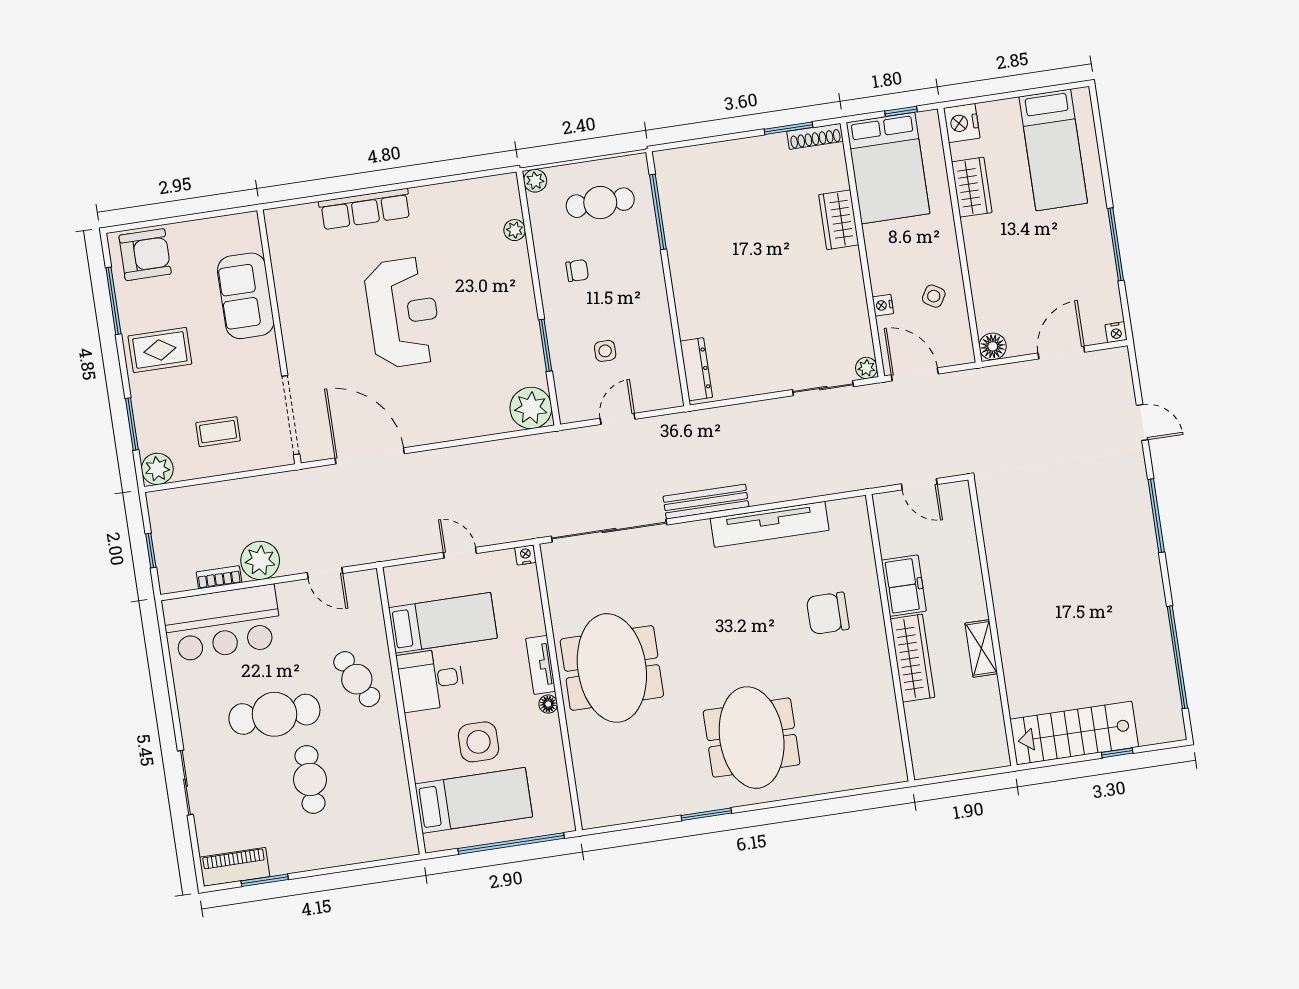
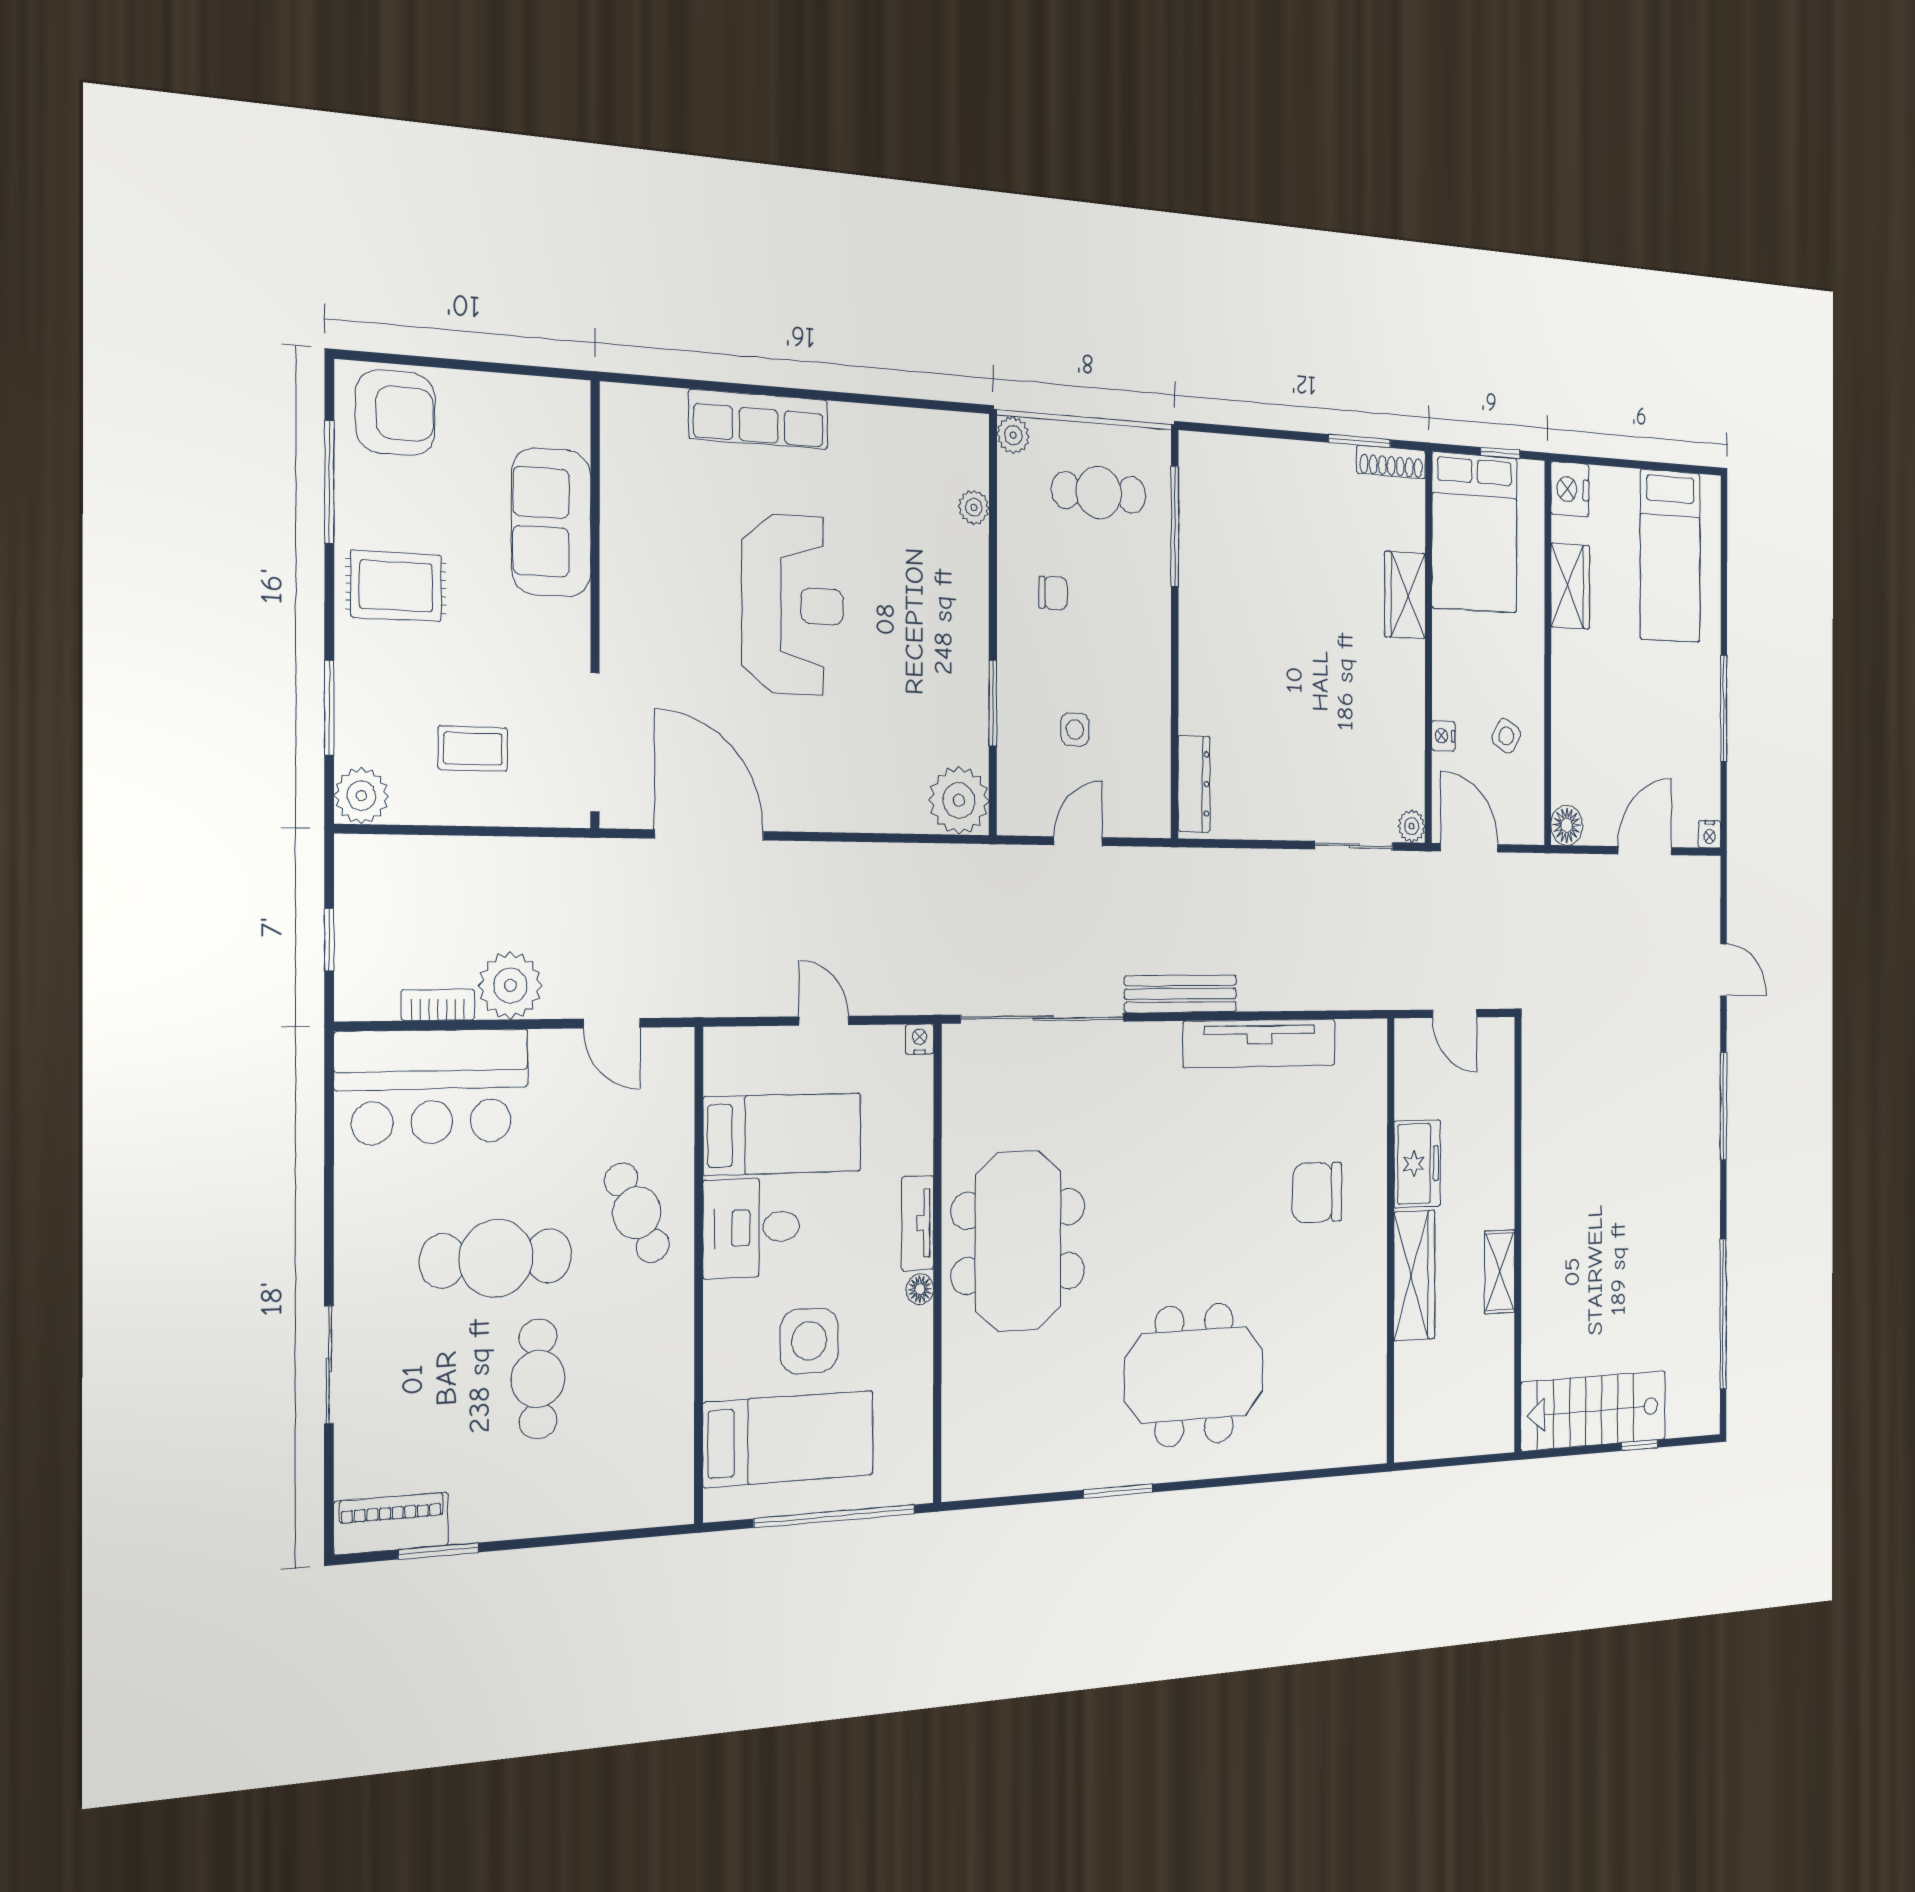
meeting table: (752, 738) -> (1194, 1375), turned 90

